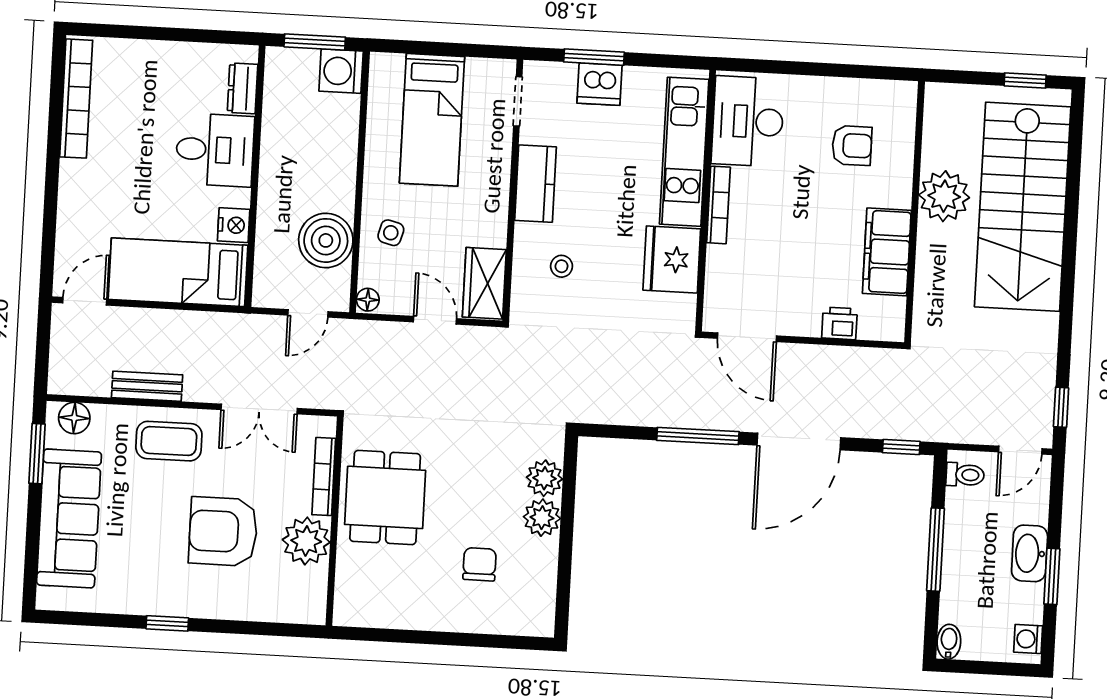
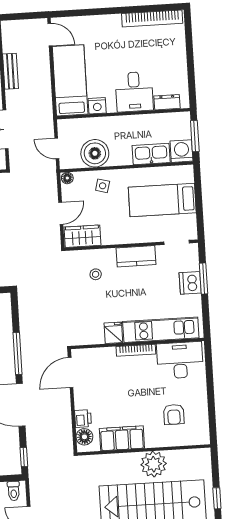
kitchen sink: (340, 131) -> (151, 154), added
fridge: (672, 260) -> (113, 333), width x0.53, depth x0.75
floor lamp: (875, 325) -> (84, 437), added

